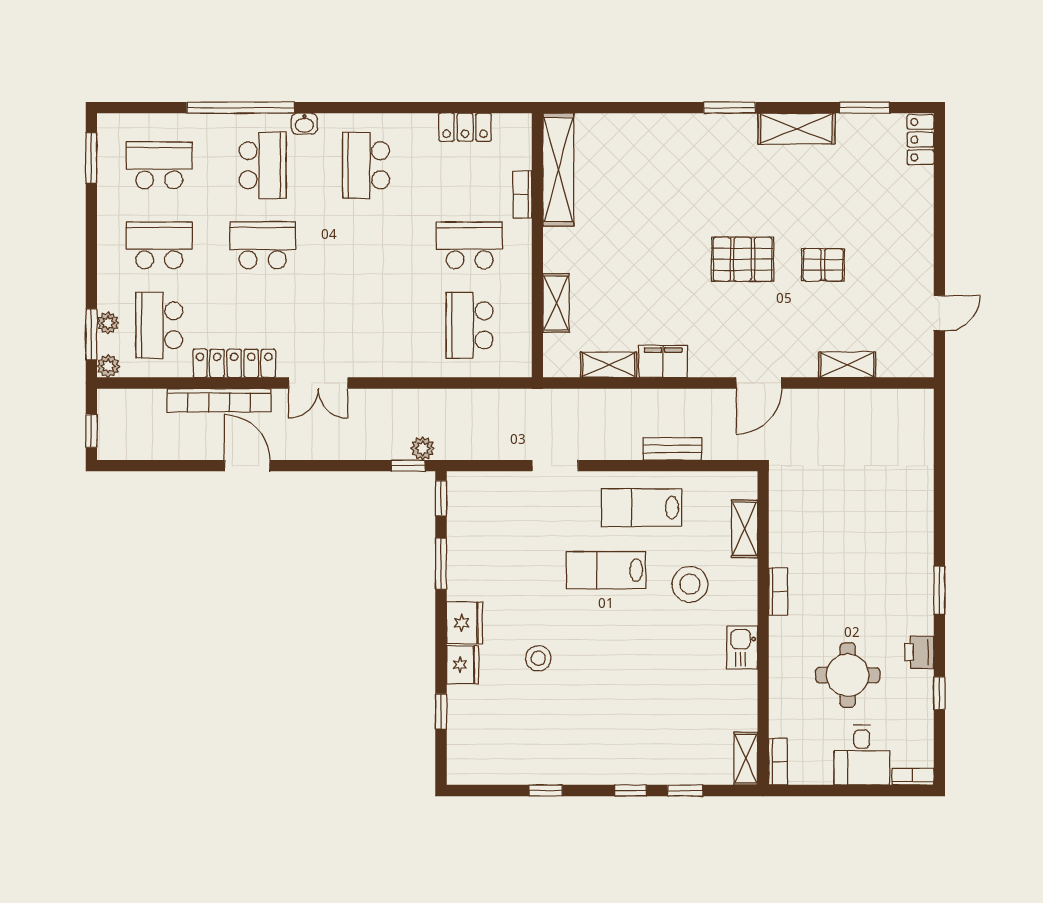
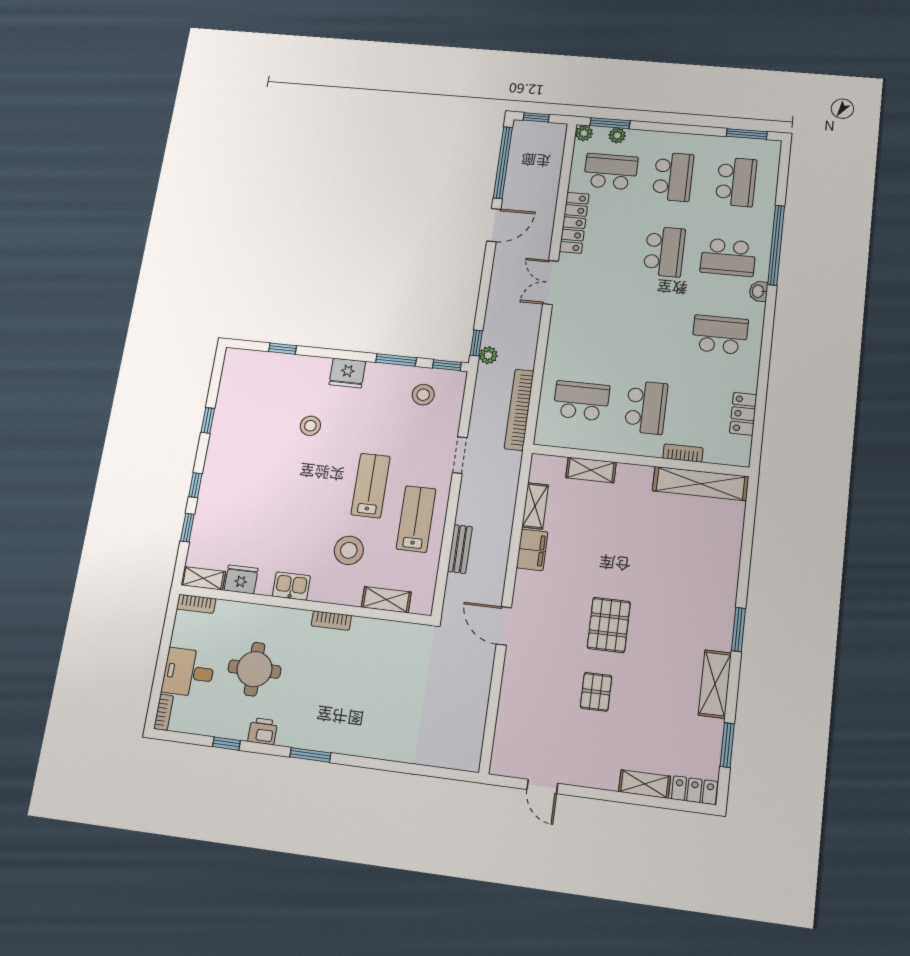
shelving: (847, 365) -> (645, 784), moved, turned 90
bookcase: (219, 400) -> (519, 410), moved
window: (159, 466) -> (503, 163), added
stool: (483, 523) -> (423, 395), added
fridge: (463, 665) -> (241, 579), moved, turned 180

